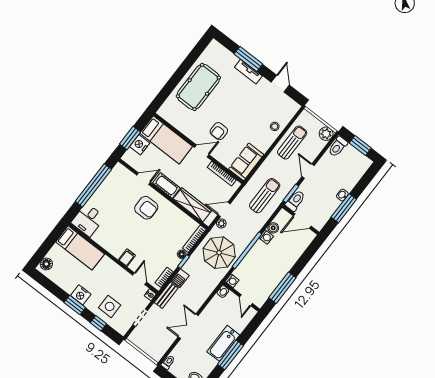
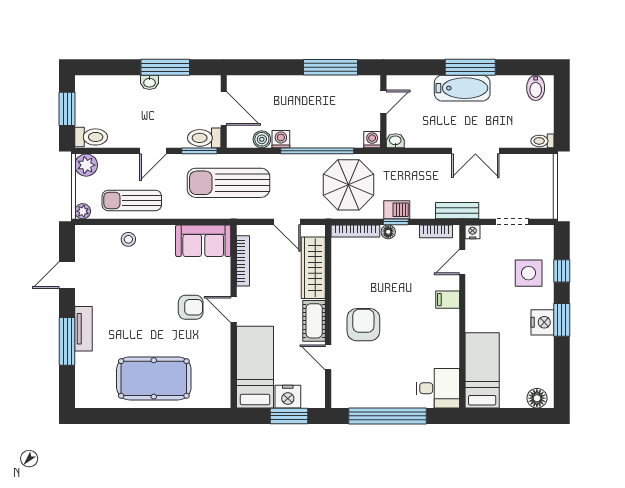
sun lounger: (265, 196) -> (228, 183), width x1.36, depth x1.34
plant: (221, 223) -> (83, 211), moved
barbecue: (180, 278) -> (397, 210), moved

